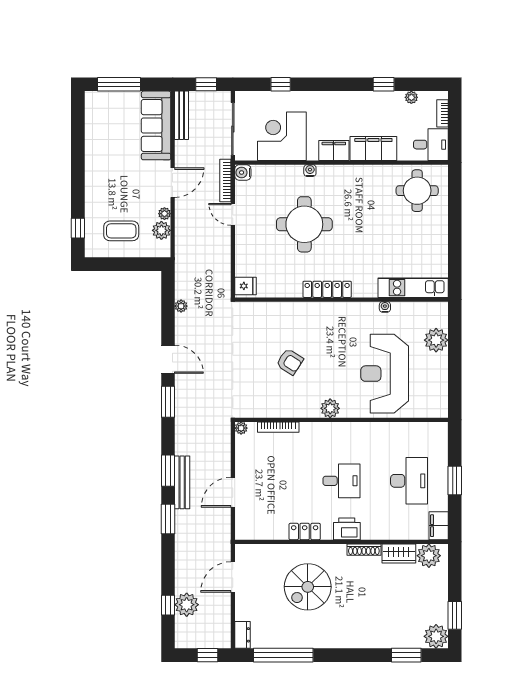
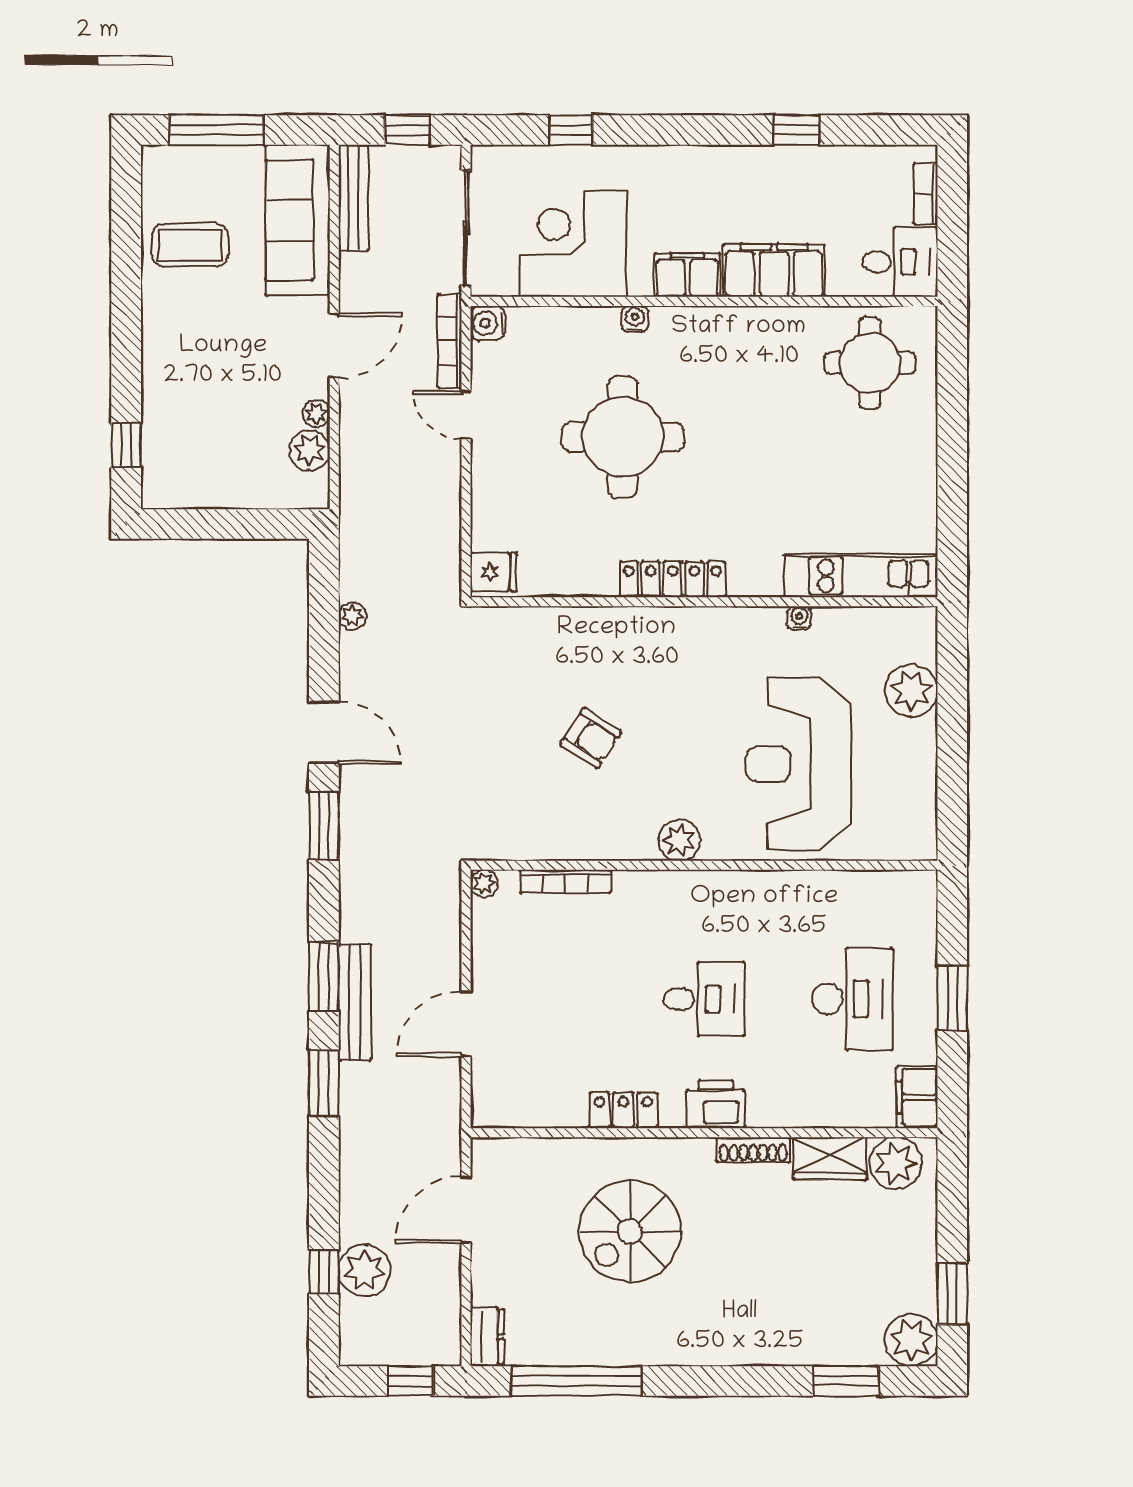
plant: (411, 97) -> (857, 159), removed
coffee table: (121, 231) -> (190, 245), moved

